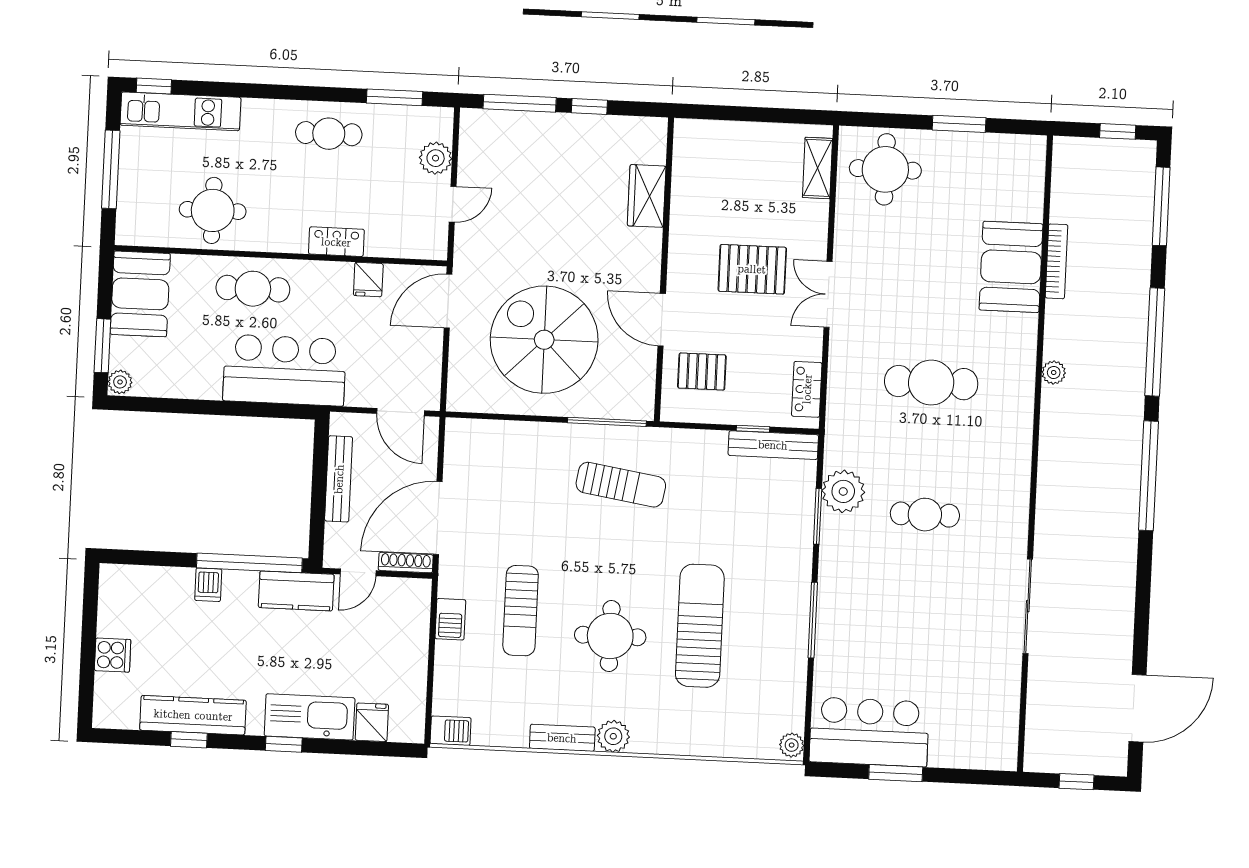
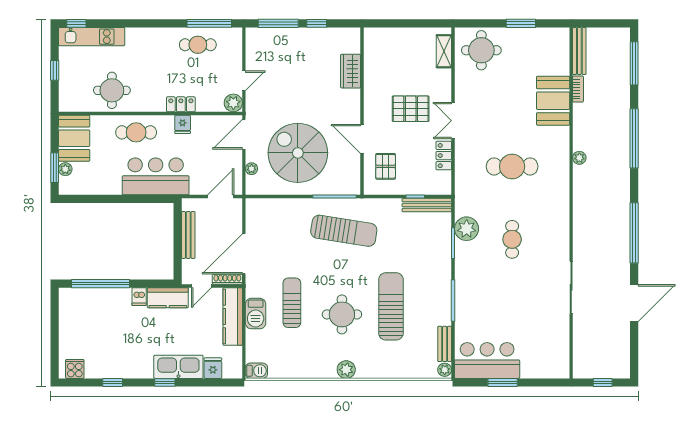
window: (395, 97) -> (209, 23), width x1.44
window: (1118, 131) -> (608, 23), removed
cafe table: (329, 134) -> (198, 45), moved
plant: (436, 158) -> (233, 103), moved
window: (111, 169) -> (55, 70), width x0.46
bench: (1063, 179) -> (579, 51), added
bookcase: (1057, 261) -> (578, 89), width x0.64
fridge: (368, 280) -> (183, 124), moved
plant: (459, 364) -> (252, 169), added
pallet: (702, 371) -> (386, 166), turned 90
plant: (120, 382) -> (65, 169), moved
locker: (807, 389) -> (444, 156), moved
door: (401, 412) -> (221, 197), swing flipped
window: (1148, 476) -> (634, 233), moved
sun lounger: (621, 485) -> (344, 231), width x1.36, depth x1.34
cafe table: (925, 515) -> (512, 239), turned 90
window: (249, 563) -> (101, 284), moved
dishwasher: (208, 585) -> (139, 297), moved
sun lounger: (521, 611) -> (292, 303), turned 180
barbecue: (450, 619) -> (256, 314), width x1.38, depth x1.27
cooker: (113, 655) -> (75, 369), moved, turned -90
door: (1137, 708) -> (634, 303), moved
kitchen counter: (193, 715) -> (233, 316), moved, turned -90
bench: (562, 738) -> (445, 344), moved, turned 90

